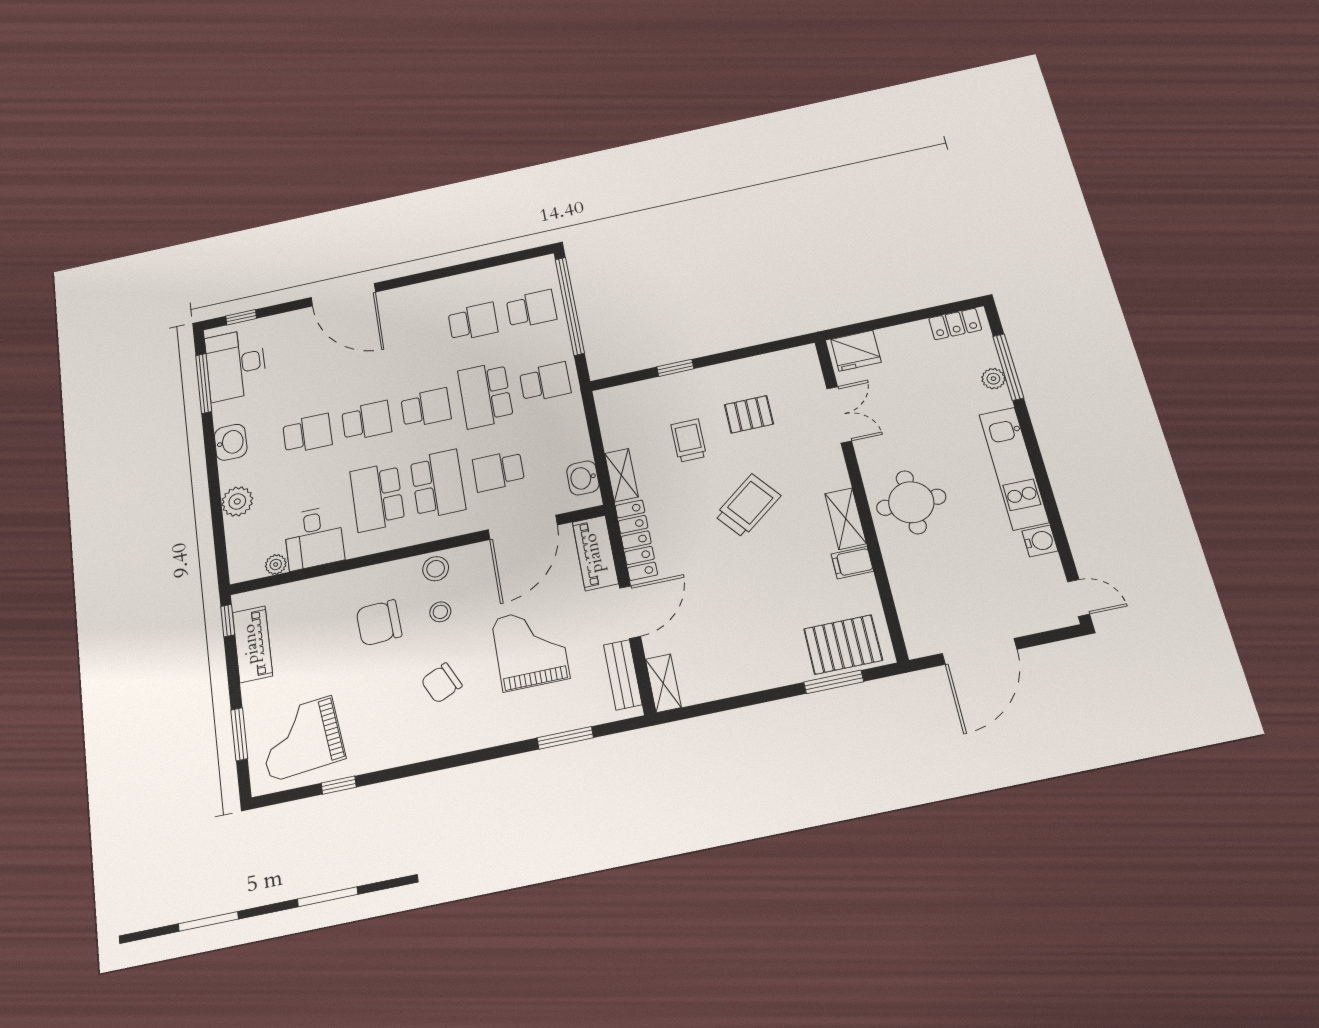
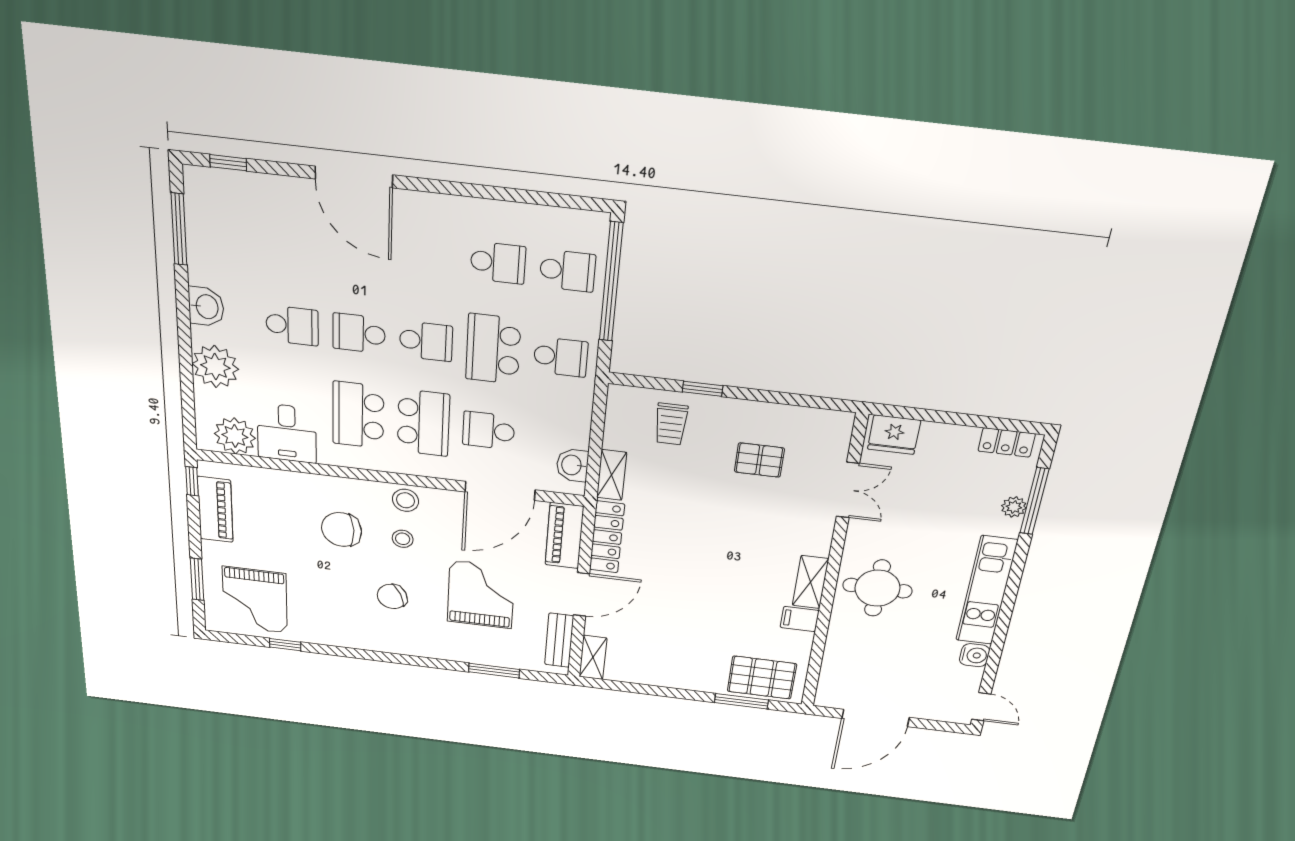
desk: (236, 364) -> (218, 219), removed
school desk: (367, 421) -> (359, 333), turned 180
trolley: (689, 440) -> (671, 424), moved, turned 180
plant: (237, 501) -> (215, 367), width x1.36, depth x1.36
trolley: (748, 506) -> (724, 542), removed
plant: (276, 564) -> (235, 436), width x1.87, depth x1.87
grand piano: (301, 739) -> (255, 600), turned -84

